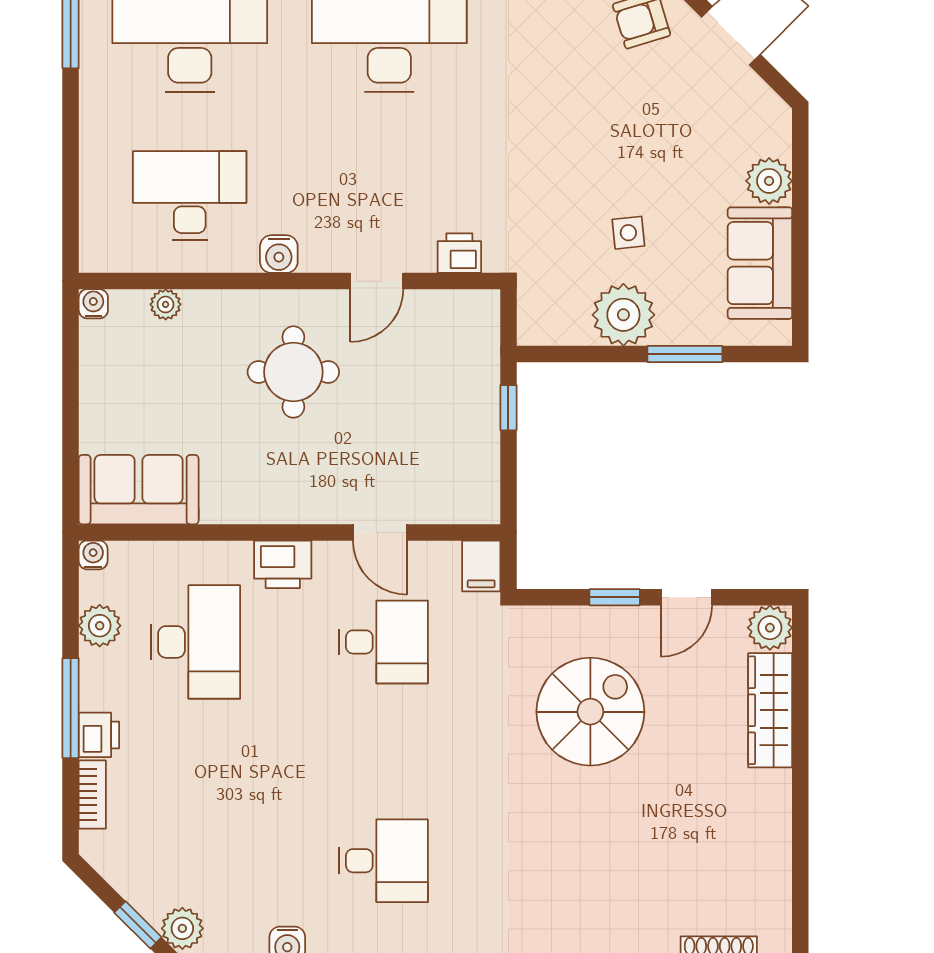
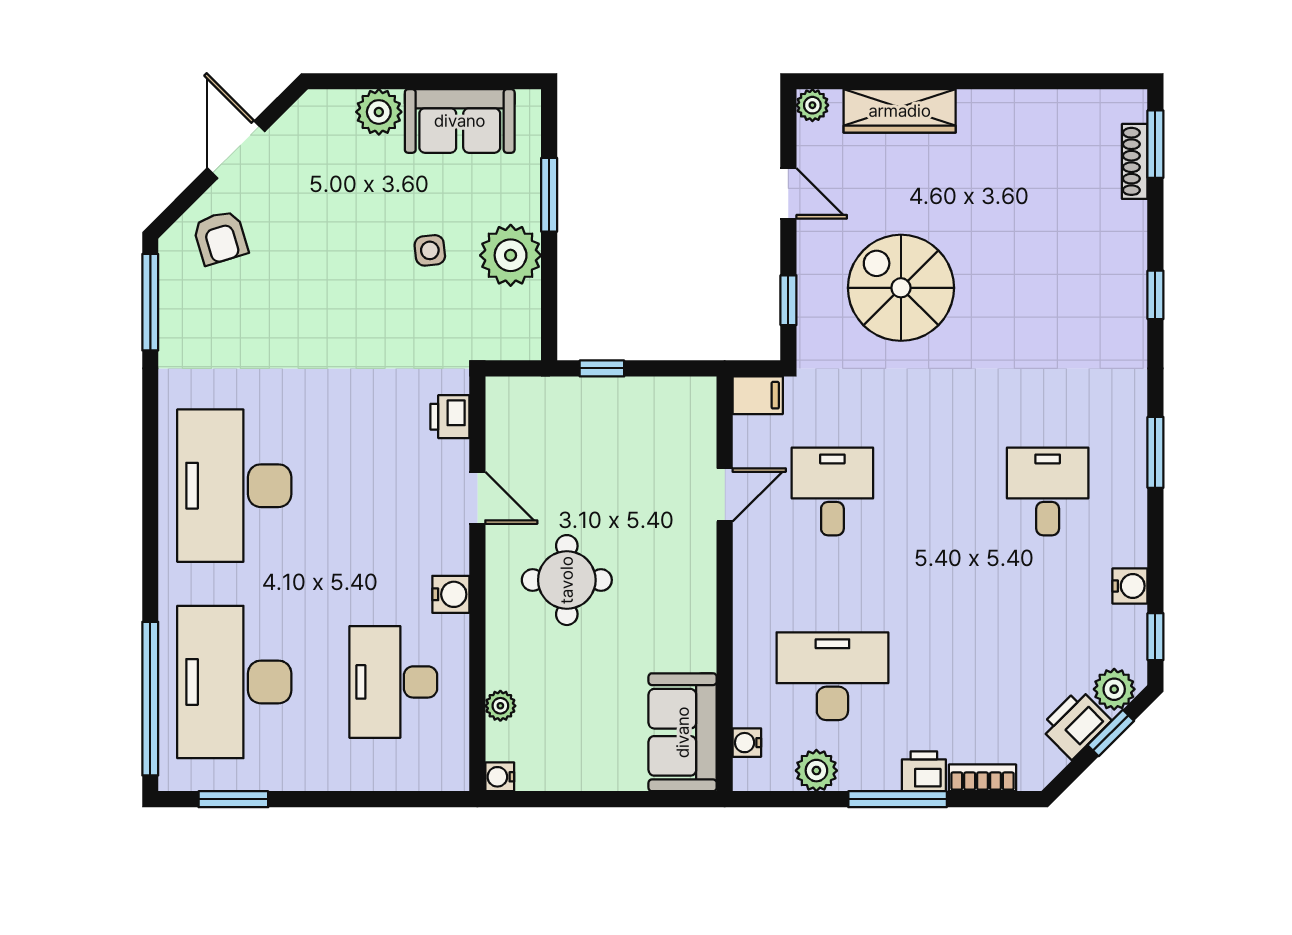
water cooler: (93, 555) -> (747, 743), moved
printer: (283, 564) -> (1075, 724), moved, turned -135
window: (615, 597) -> (788, 300), moved
plant: (770, 628) -> (812, 105), width x0.73, depth x0.73

